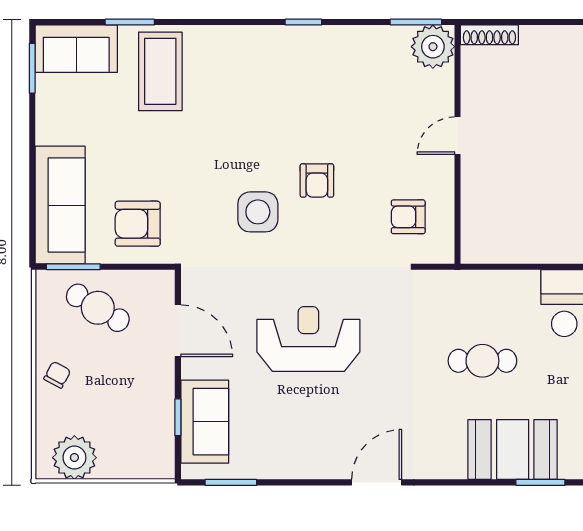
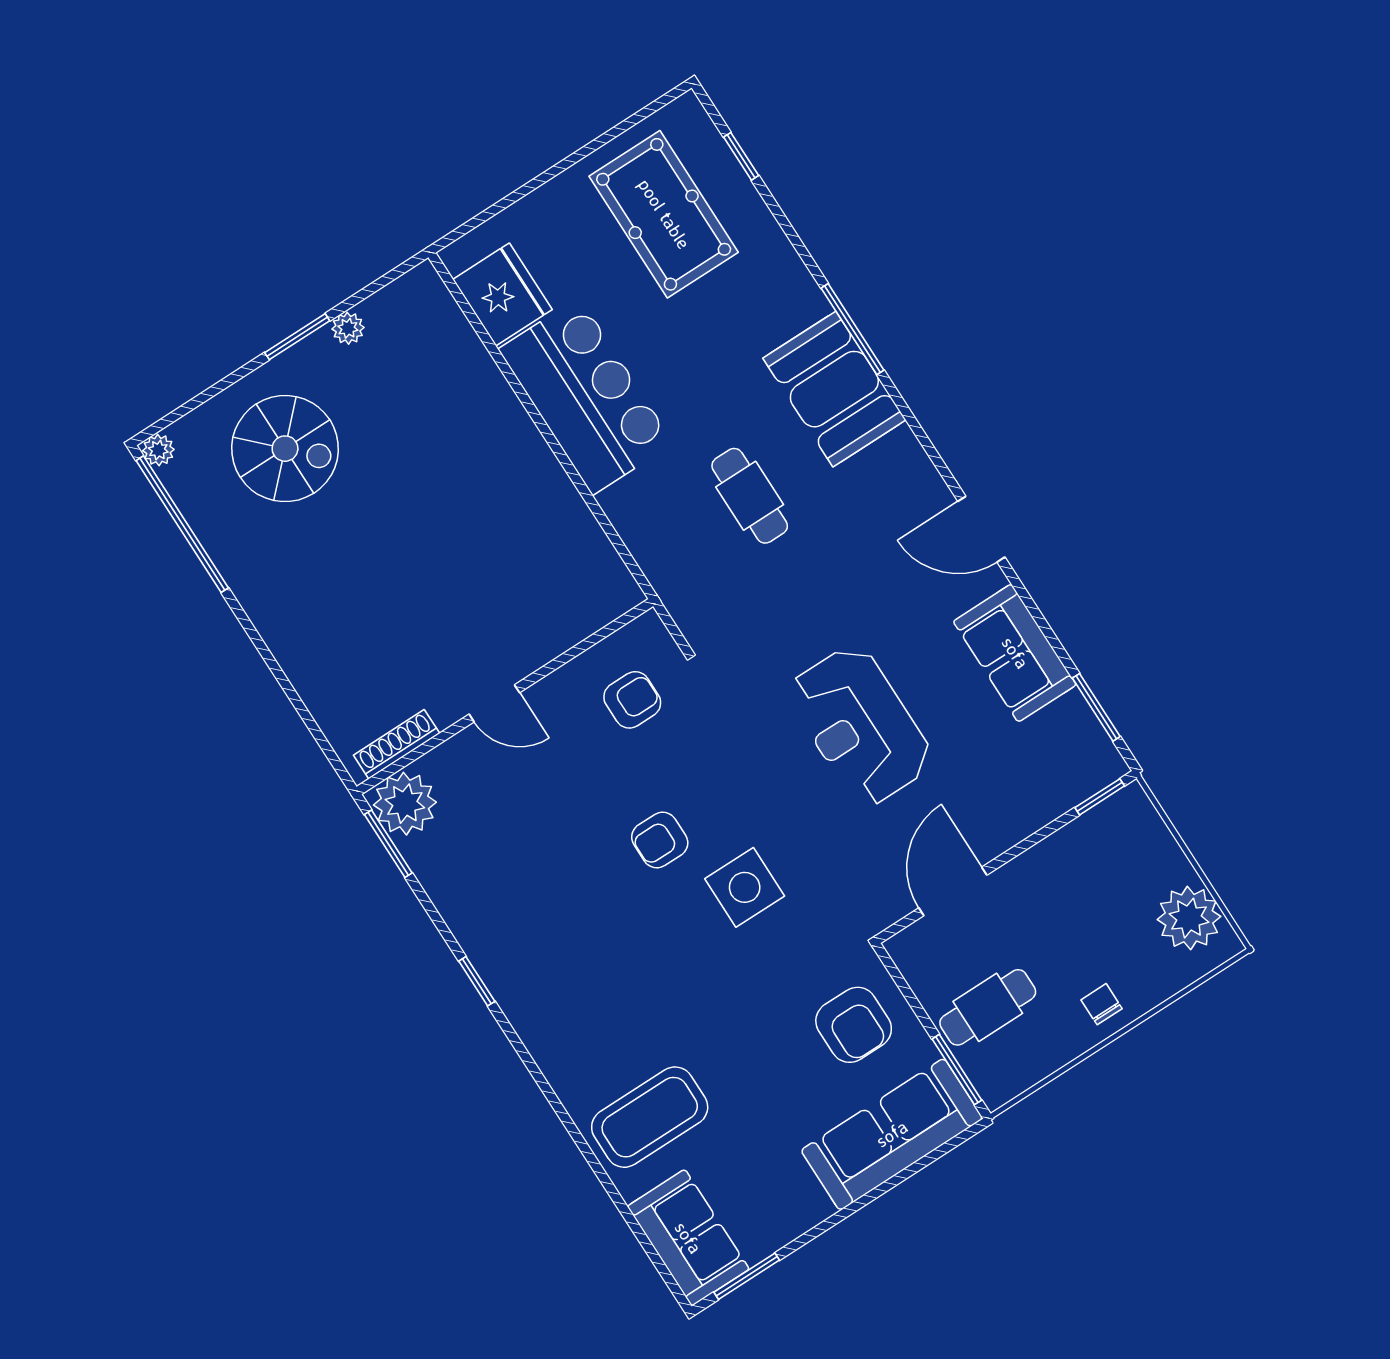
window: (130, 22) -> (613, 1193), removed
shoe rack: (489, 35) -> (397, 744), moved, turned -90
armchair: (317, 180) -> (660, 840), turned 180
armchair: (408, 217) -> (632, 700), turned -90
cafe table: (98, 308) -> (988, 1007), turned 59
chair: (57, 375) -> (1102, 1004), turned 62
window: (178, 417) -> (1100, 797), moved
sofa: (205, 422) -> (1015, 653), moved, turned -90
window: (540, 482) -> (853, 329), width x1.44

